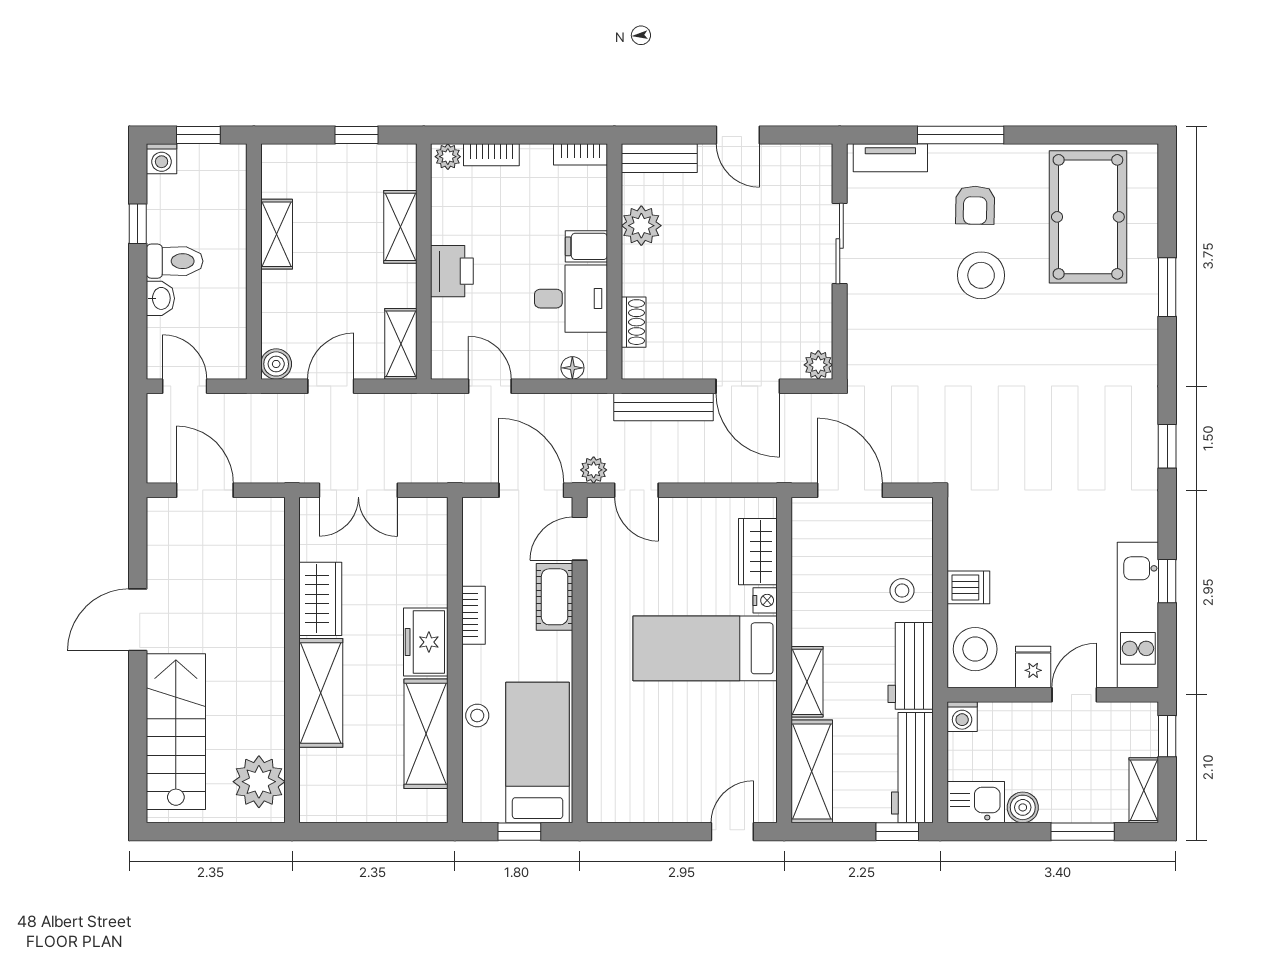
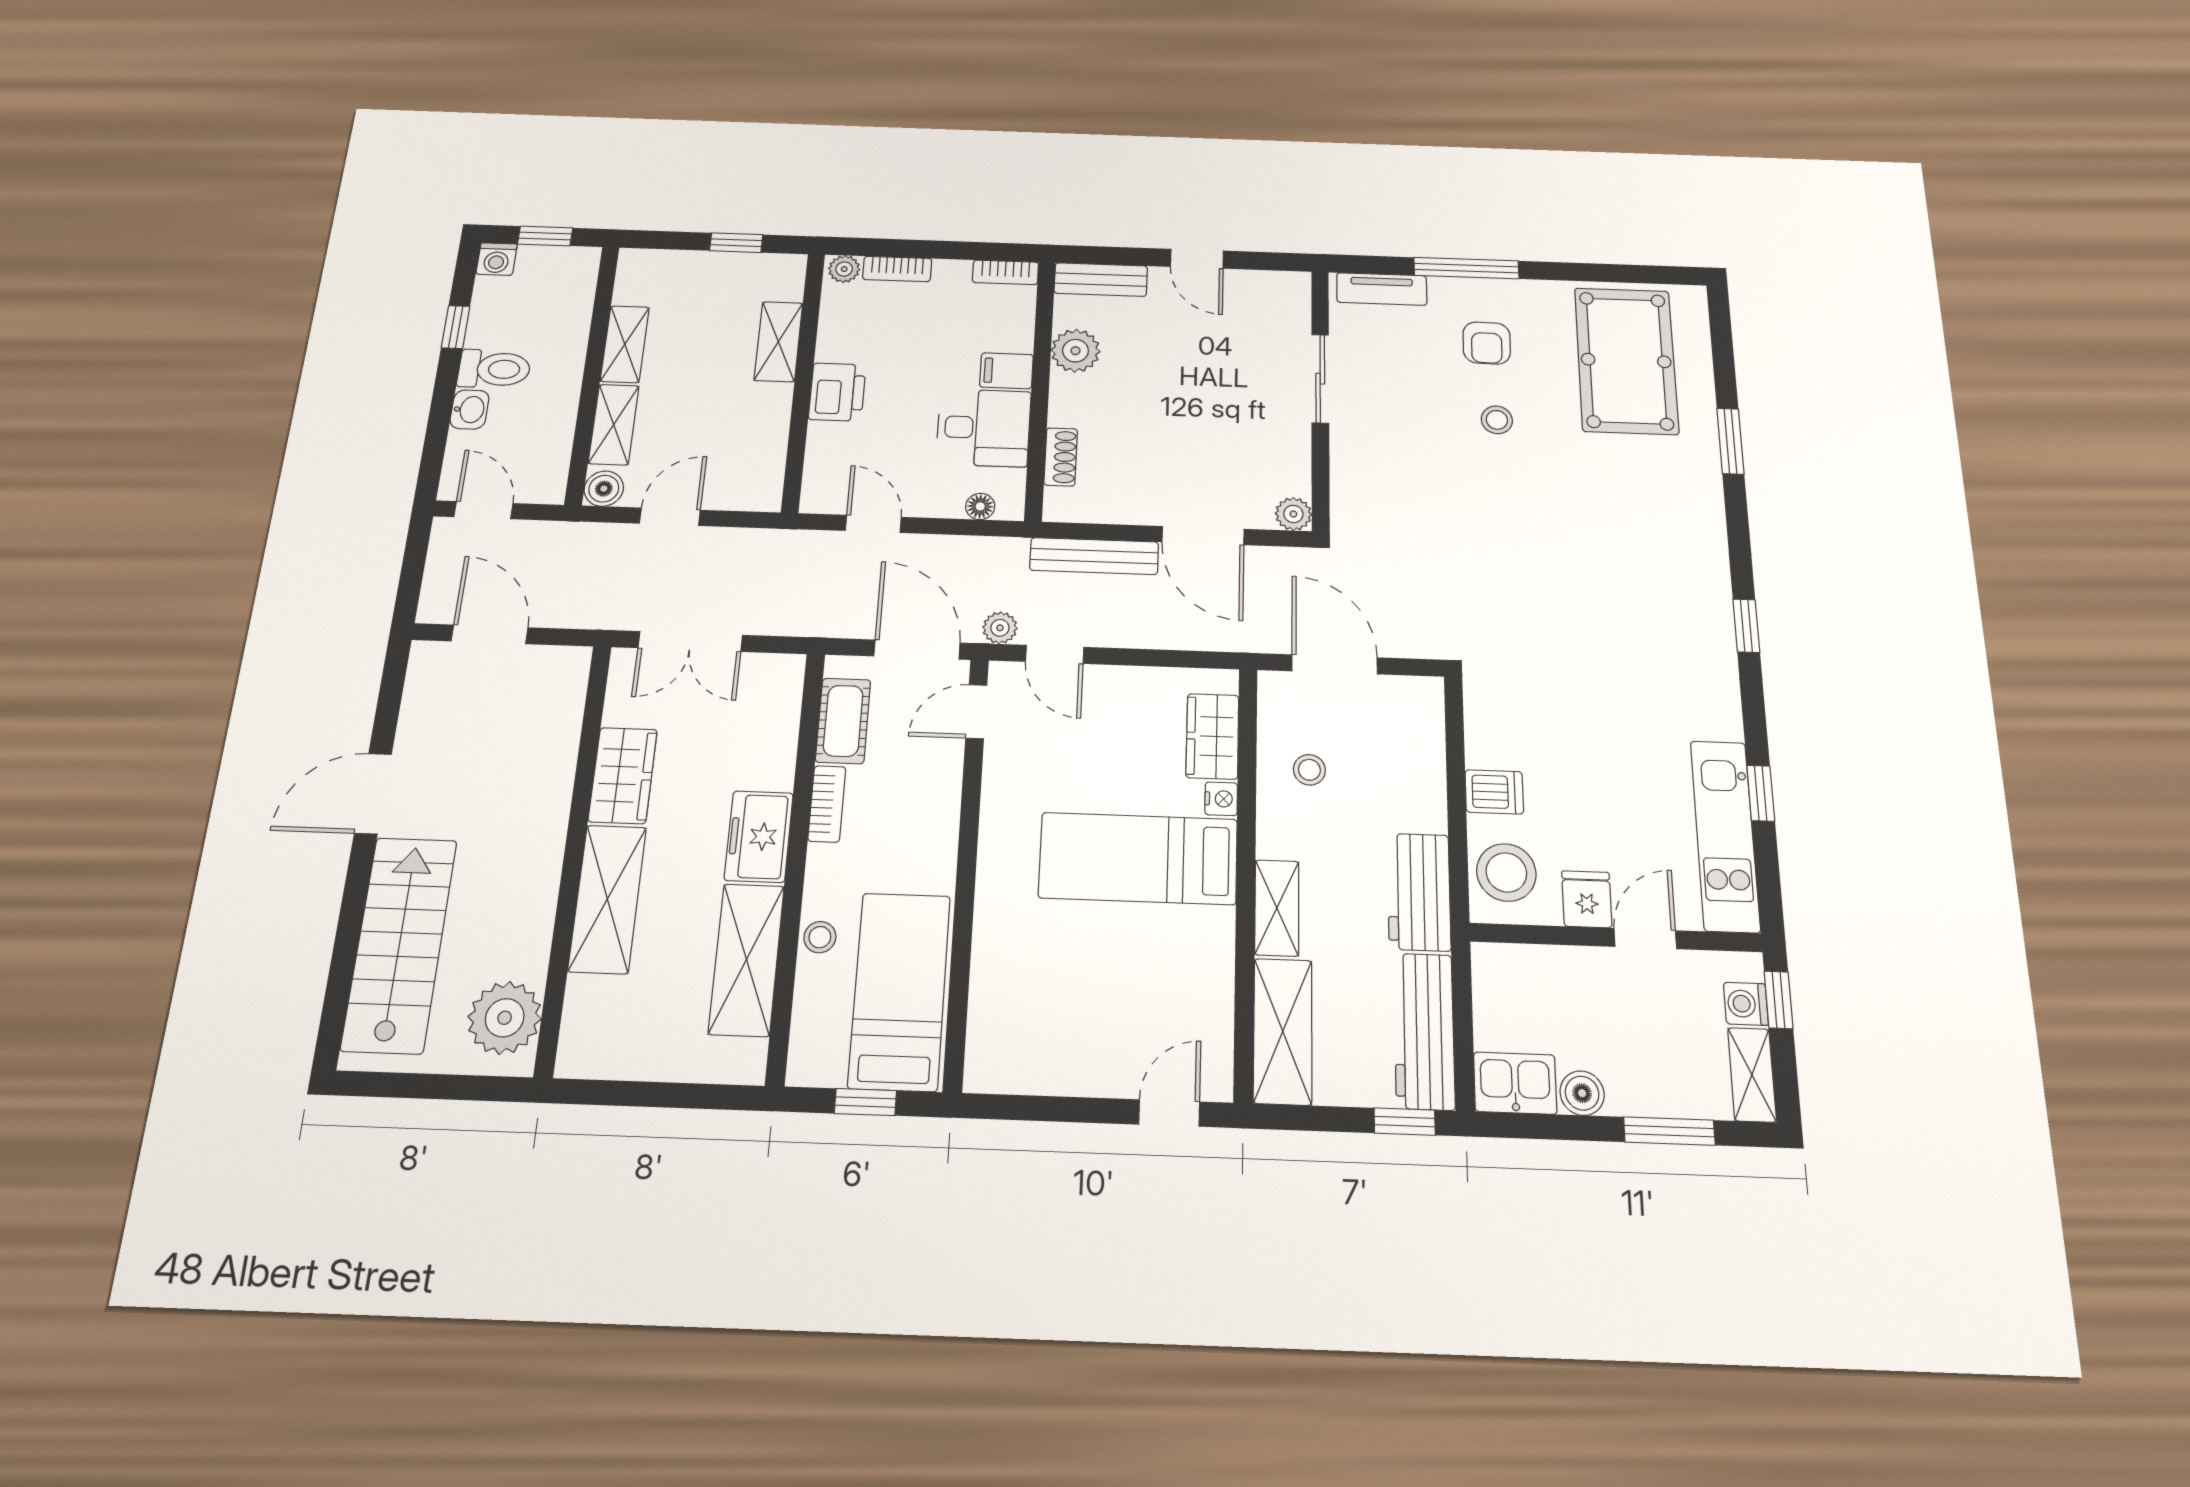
stool: (981, 275) -> (1497, 420), width x0.53, depth x0.53
shelving: (401, 344) -> (614, 425), moved
stool: (902, 591) -> (1309, 770), moved
cot: (555, 597) -> (843, 721), moved
washing machine: (962, 717) -> (1746, 1004), moved, turned 90

